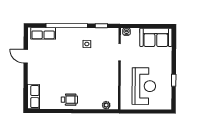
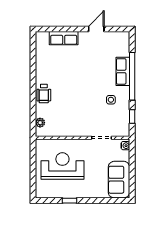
row of seats: (43, 33) -> (123, 71), moved
reception desk: (144, 86) -> (62, 166), turned 180
row of seats: (33, 97) -> (64, 38), moved
wheelchair: (69, 100) -> (44, 94), moved

